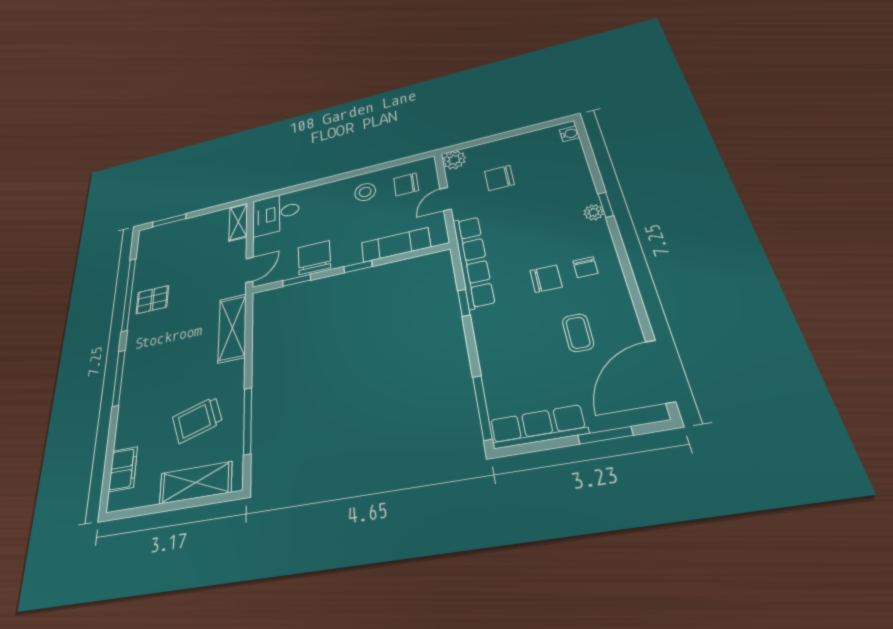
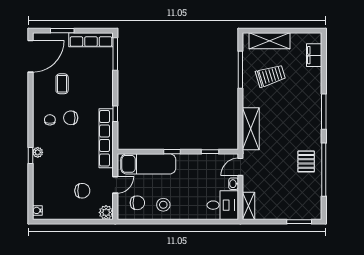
washbasin: (260, 245) -> (234, 184), added
exam couch: (396, 245) -> (148, 164), width x1.36, depth x1.45
chair: (314, 258) -> (198, 165), removed
pallet: (152, 300) -> (306, 161), turned 90

